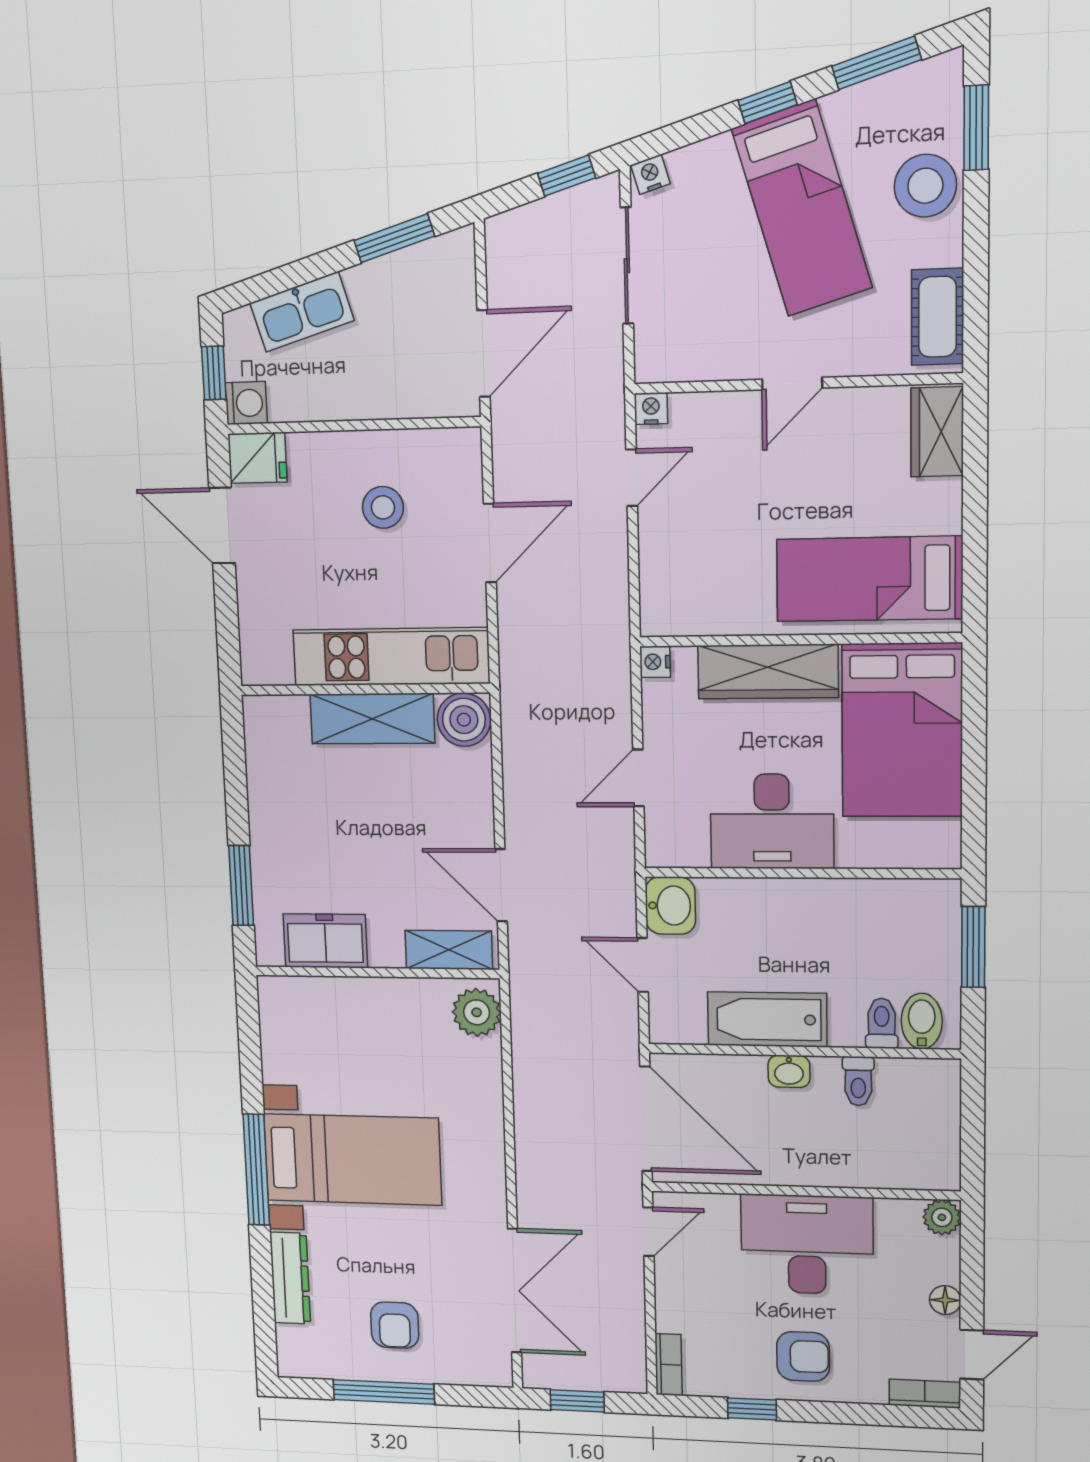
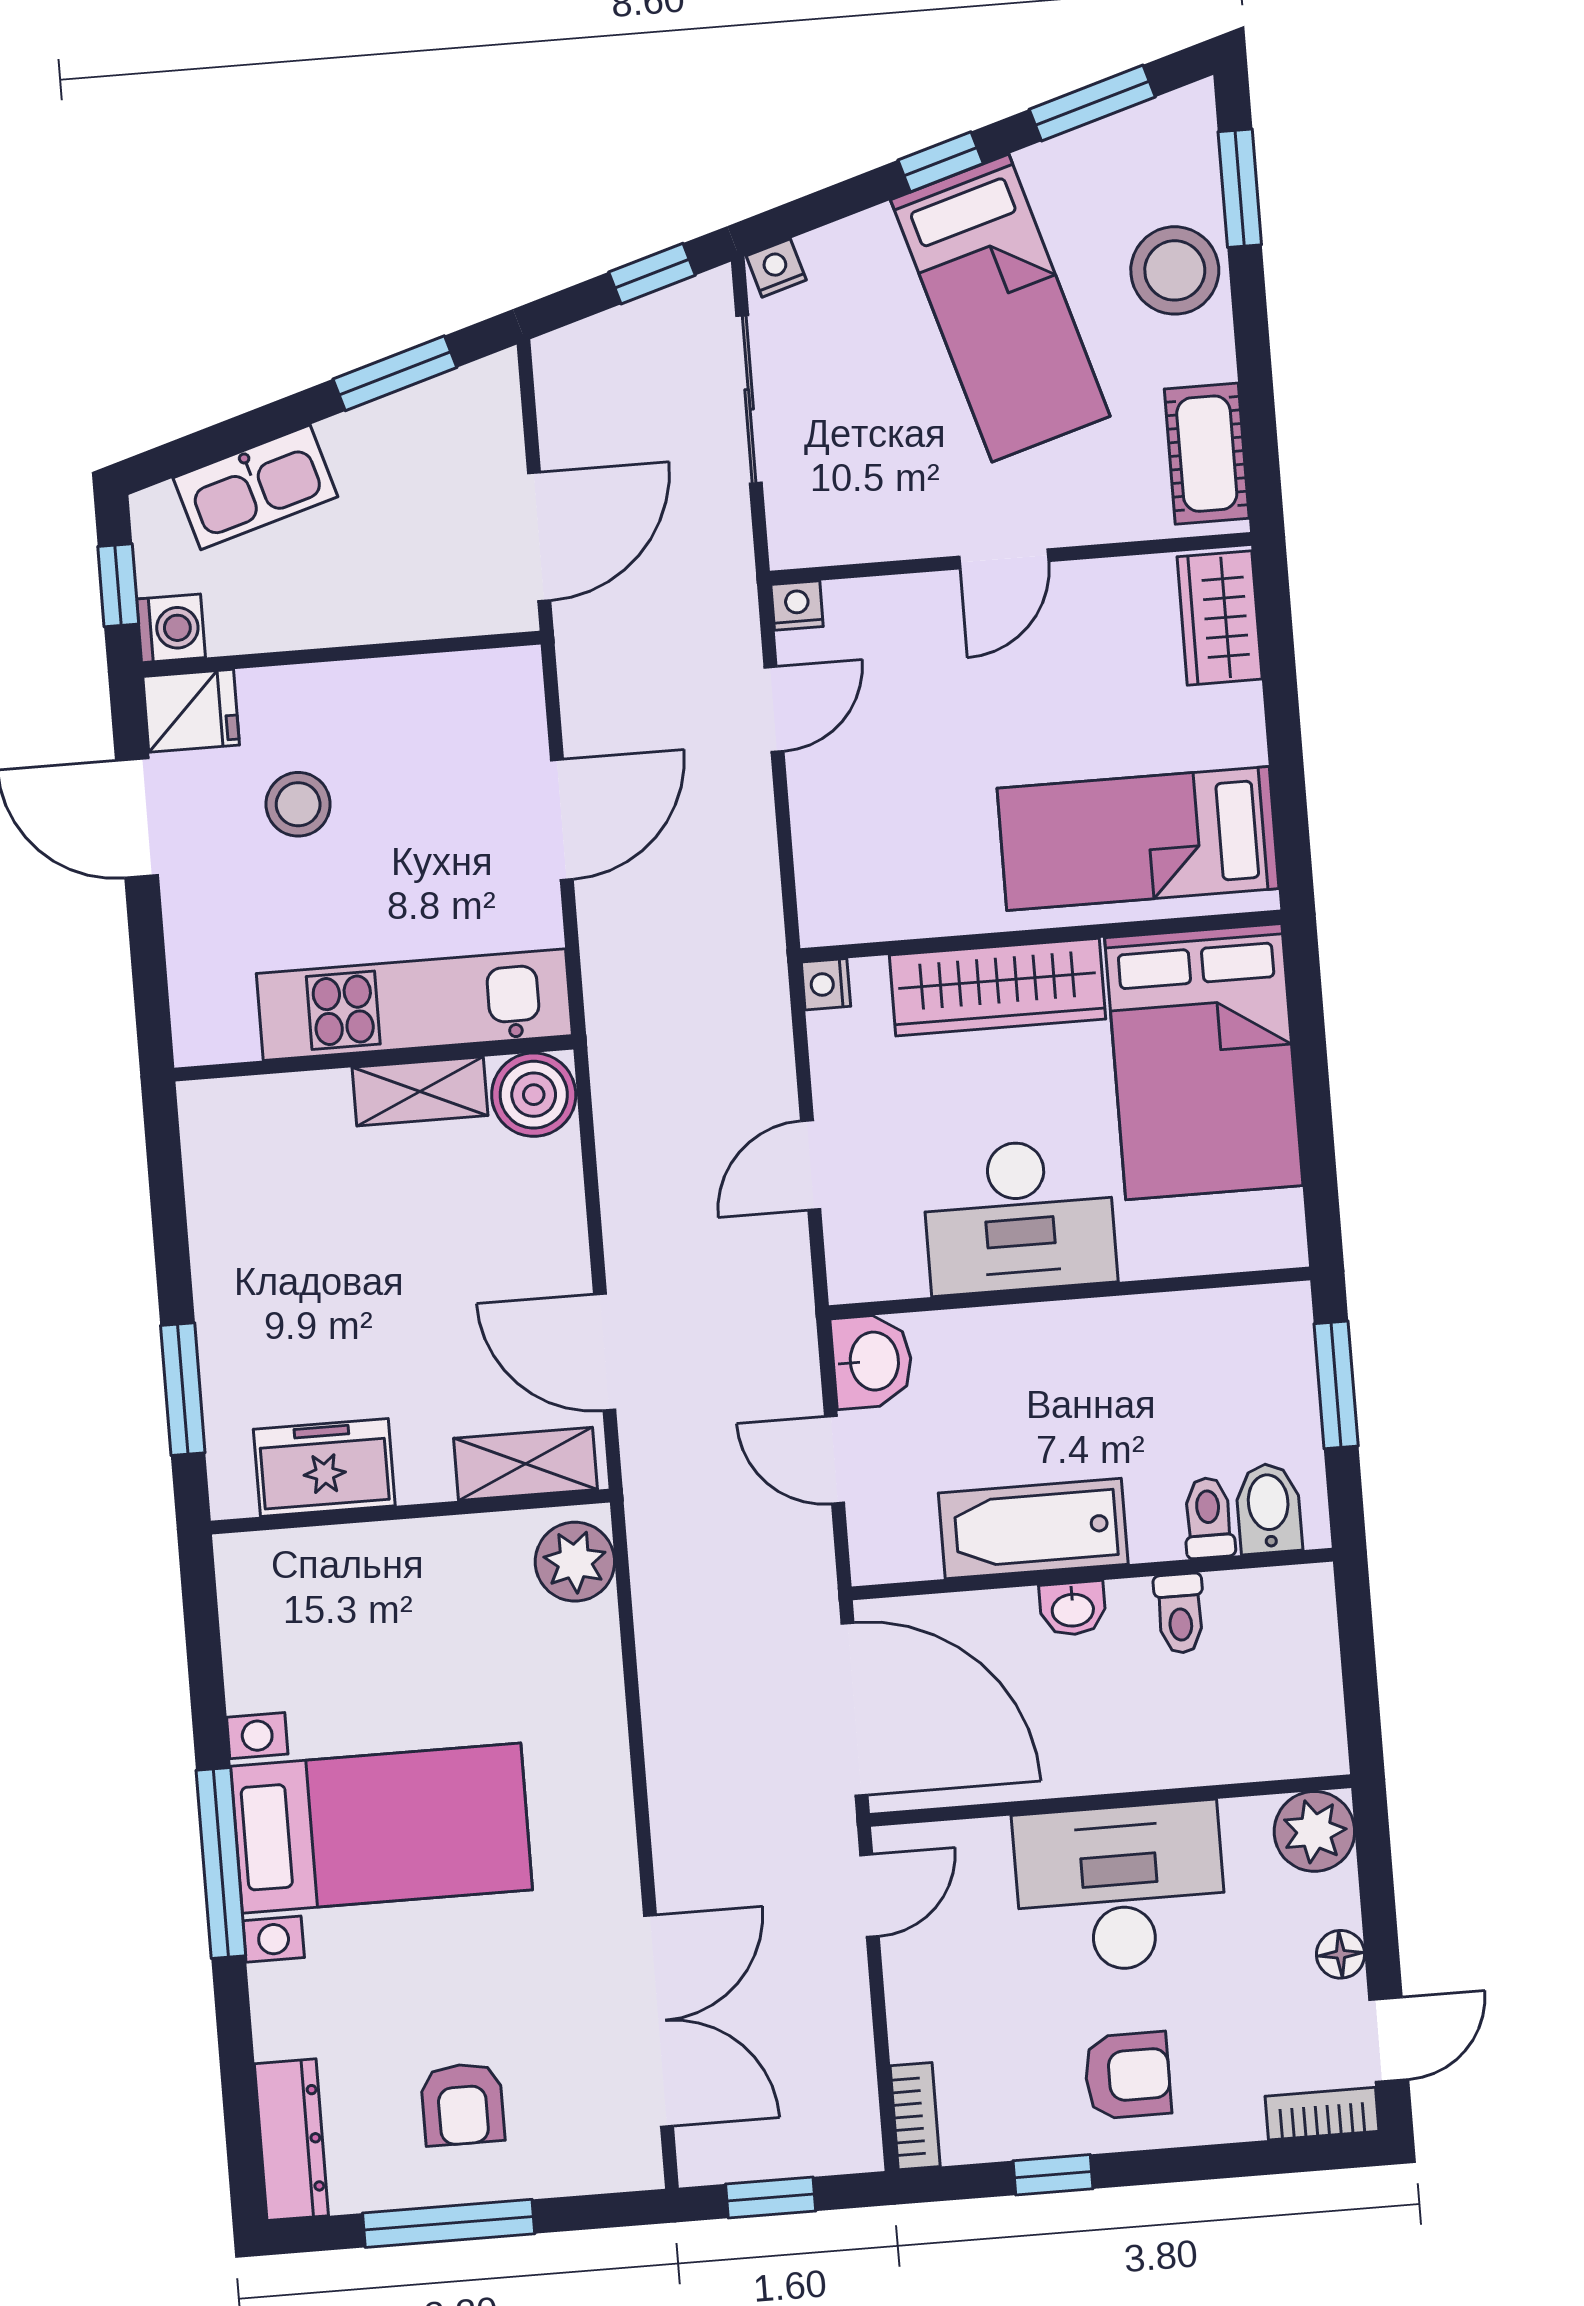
stool: (383, 507) -> (298, 804), moved
shelving: (372, 719) -> (420, 1091), width x0.67, depth x0.75
plant: (942, 1217) -> (1314, 1831), width x1.38, depth x1.38
dresser: (290, 1278) -> (291, 2140), moved

